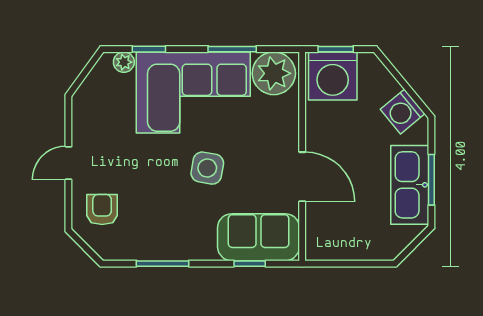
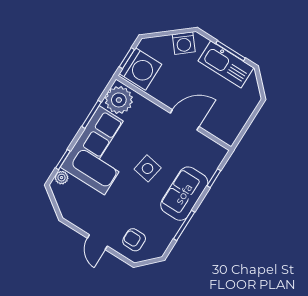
sofa: (259, 237) -> (184, 194), moved

